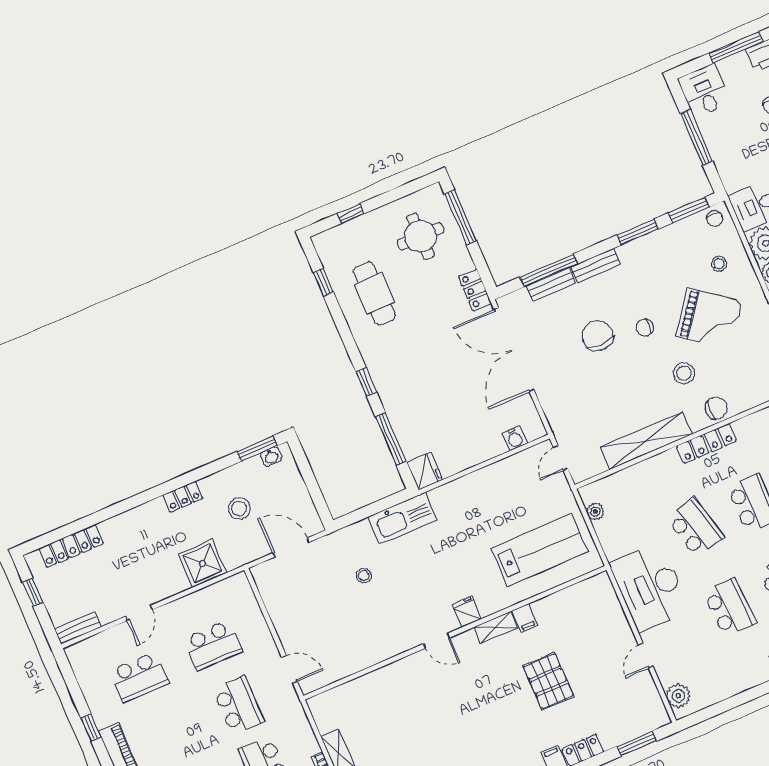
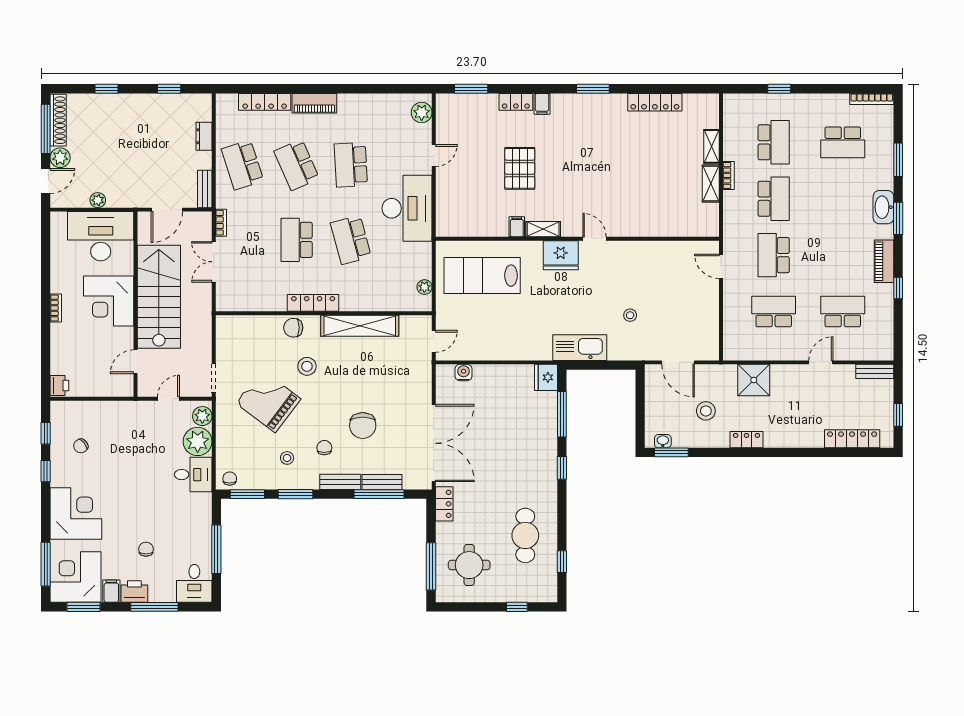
stool: (719, 264) -> (287, 458), moved
chair: (645, 328) -> (324, 448), moved, turned -90
fridge: (467, 612) -> (561, 255), width x1.88, depth x1.34

